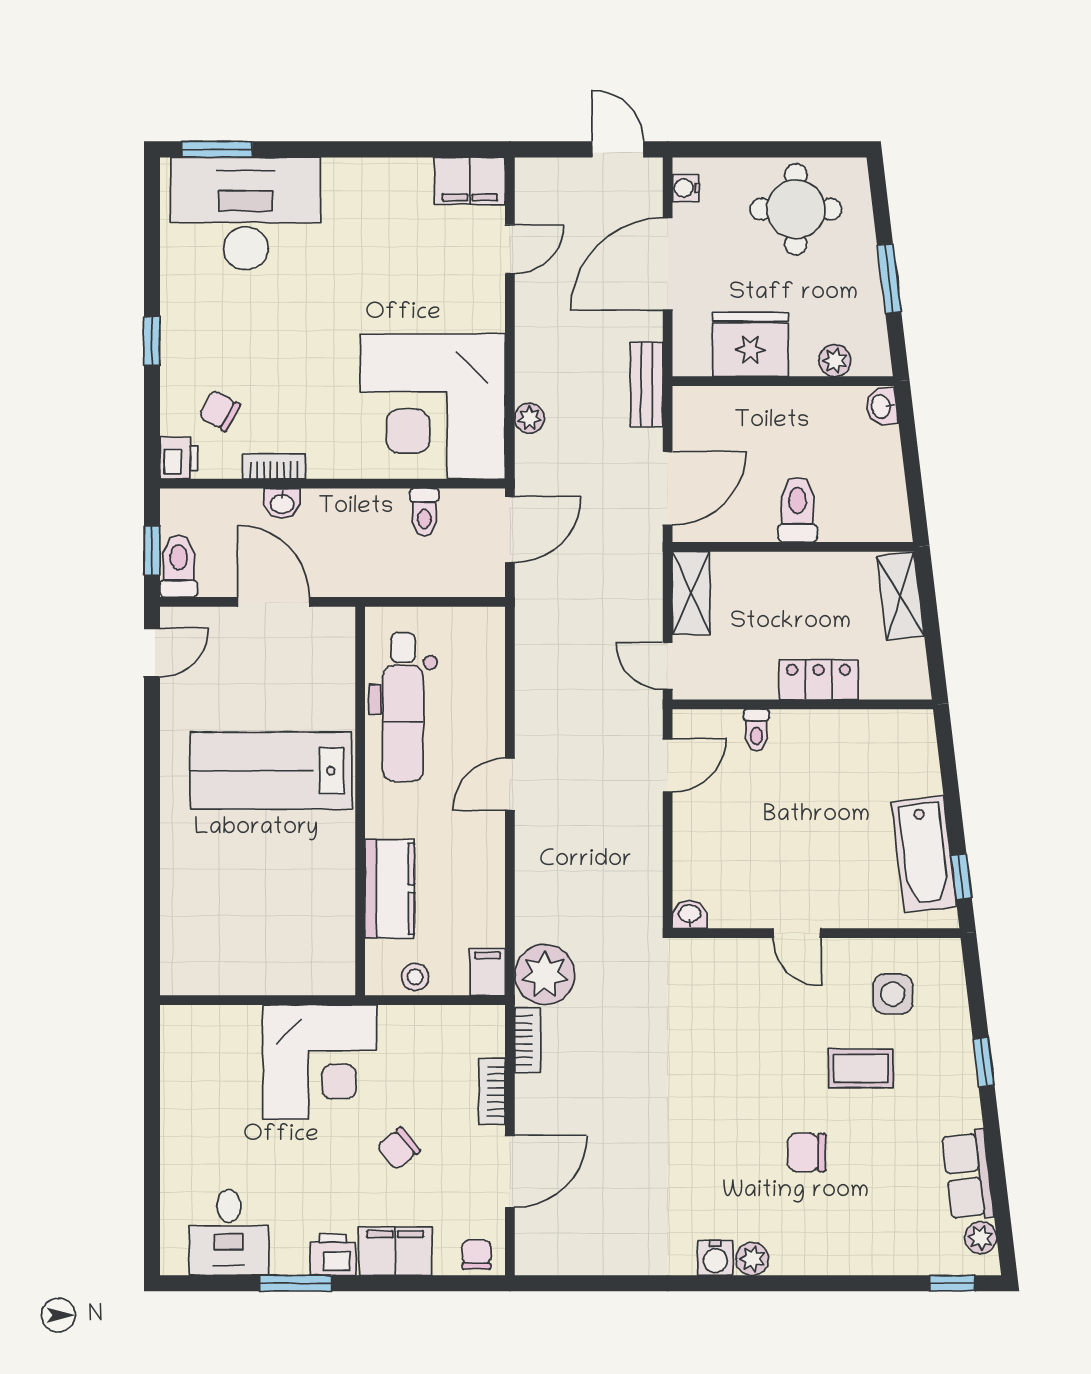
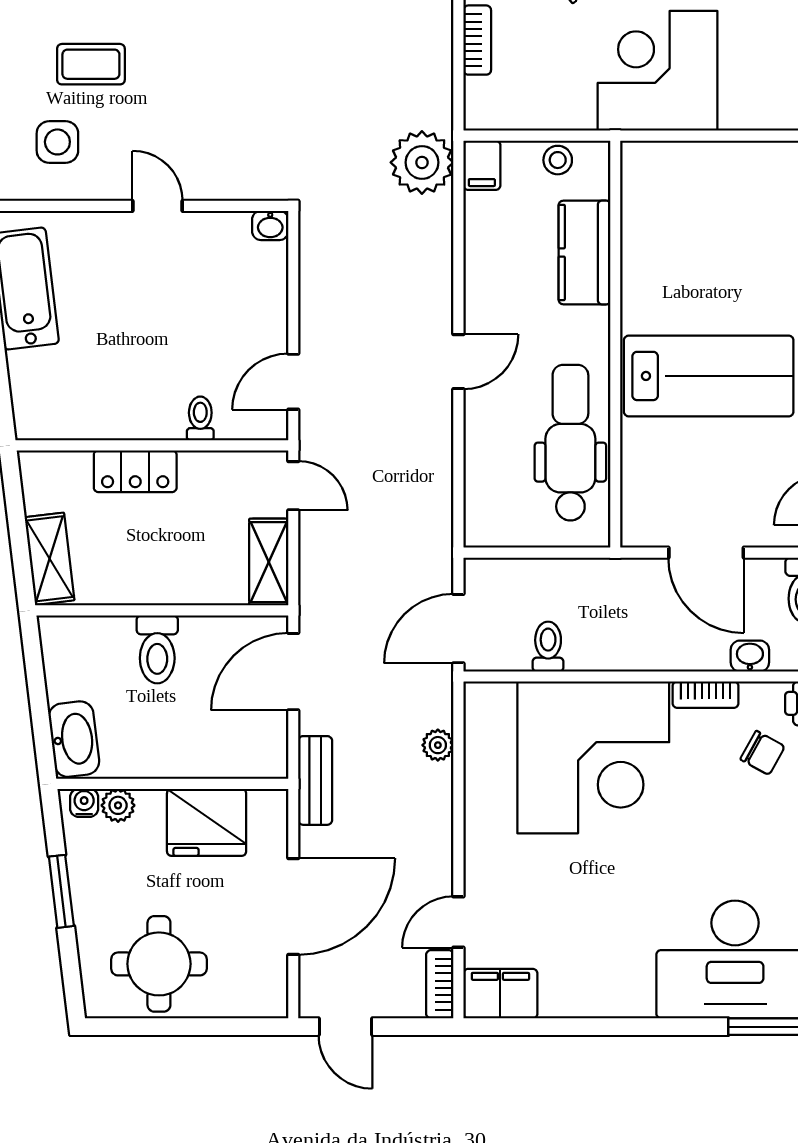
water cooler: (686, 188) -> (84, 803), moved, turned -90
corner desk: (433, 406) -> (593, 757), moved, turned 90
washbasin: (882, 406) -> (74, 739), width x1.91, depth x1.45
washbasin: (282, 503) -> (750, 656), moved
bookcase: (528, 1040) -> (440, 984), moved

